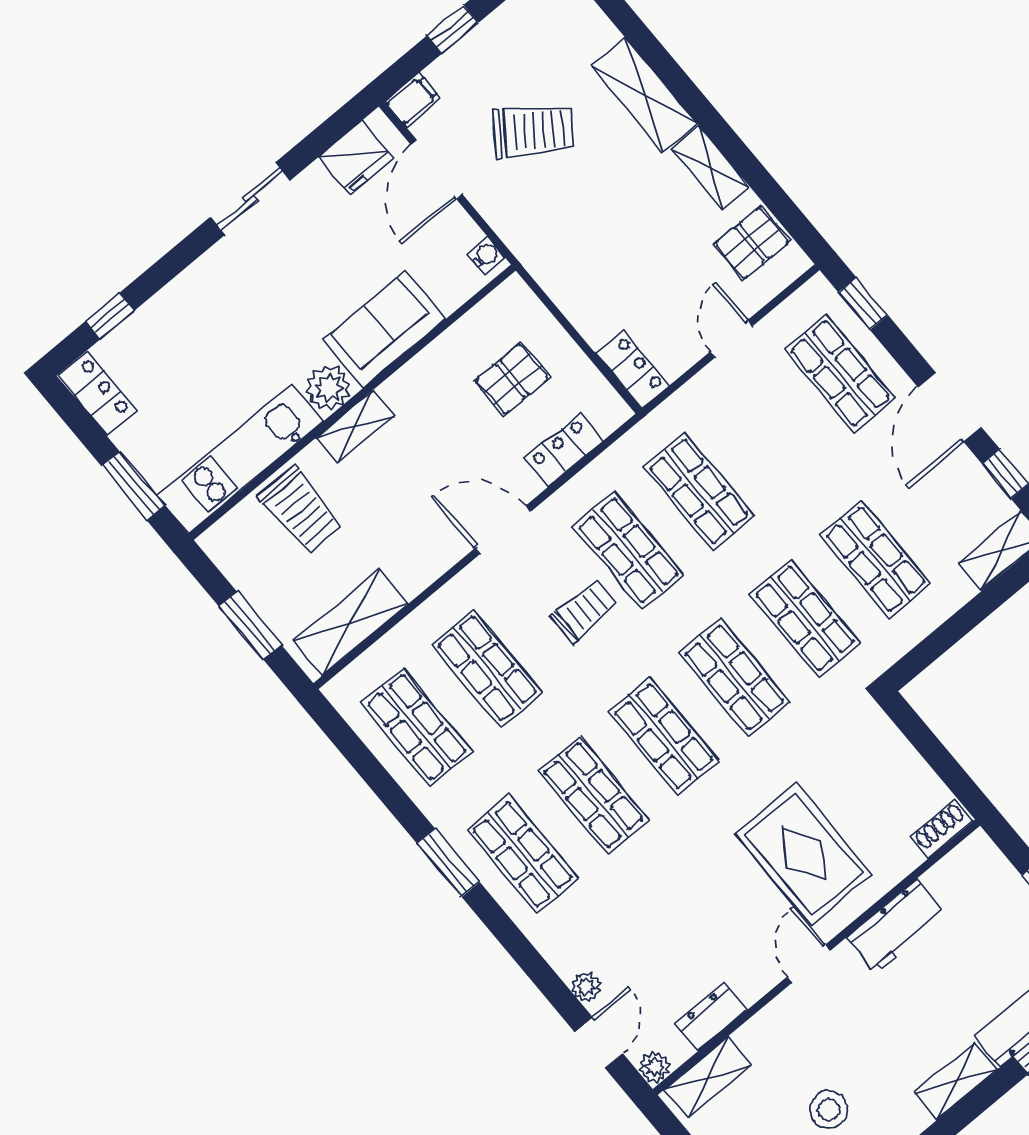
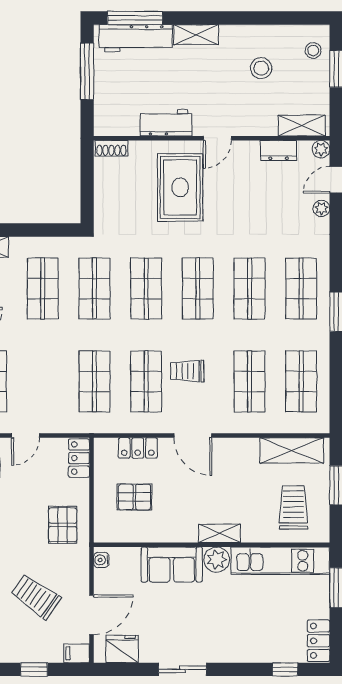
pallet: (578, 259) -> (63, 525), added
trolley: (301, 510) -> (293, 507), moved

